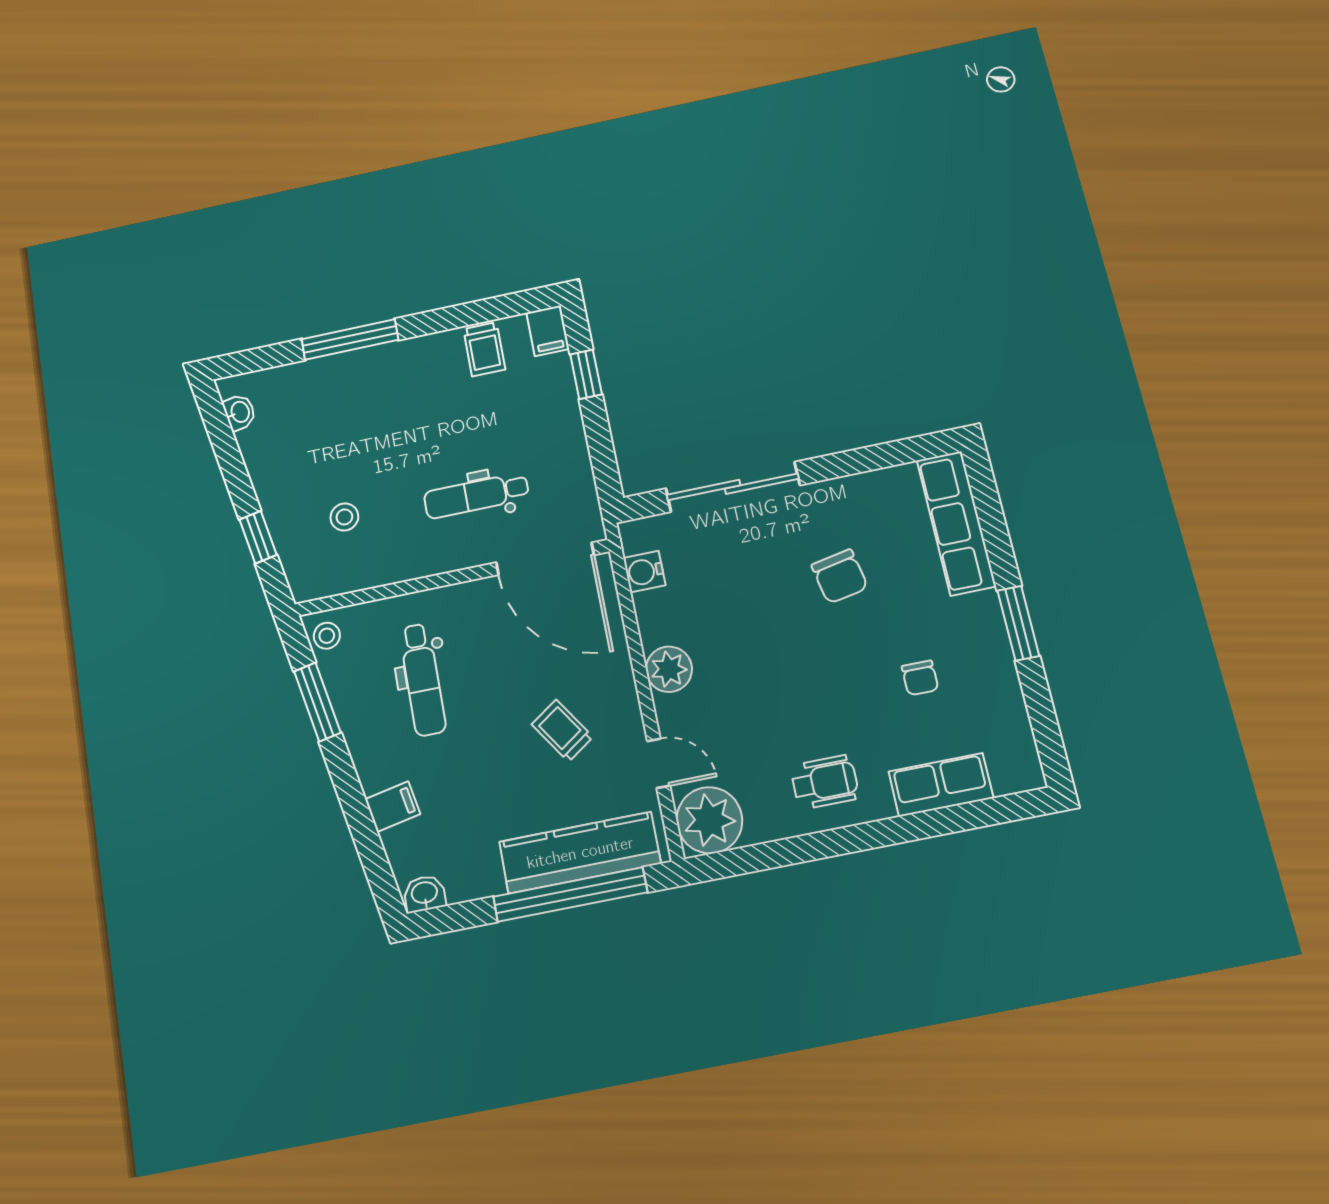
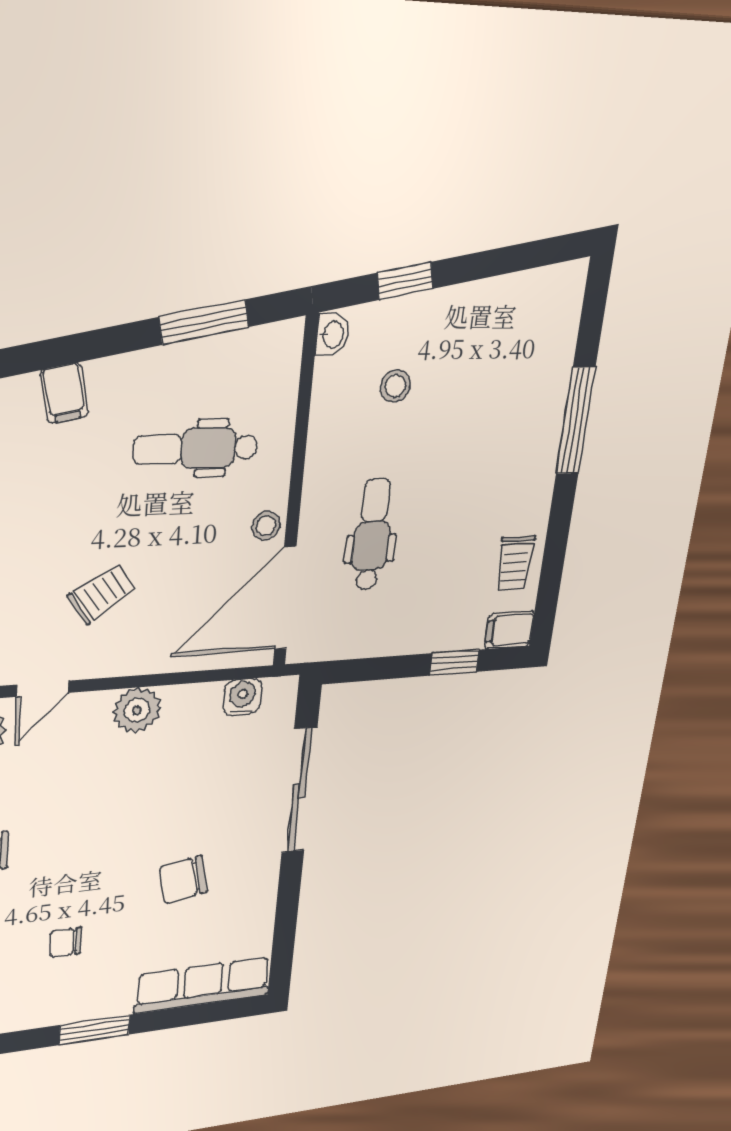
trolley: (484, 349) -> (515, 563), turned -90
washbasin: (239, 412) -> (332, 334), moved, turned -79
stool: (327, 636) -> (266, 526), moved

